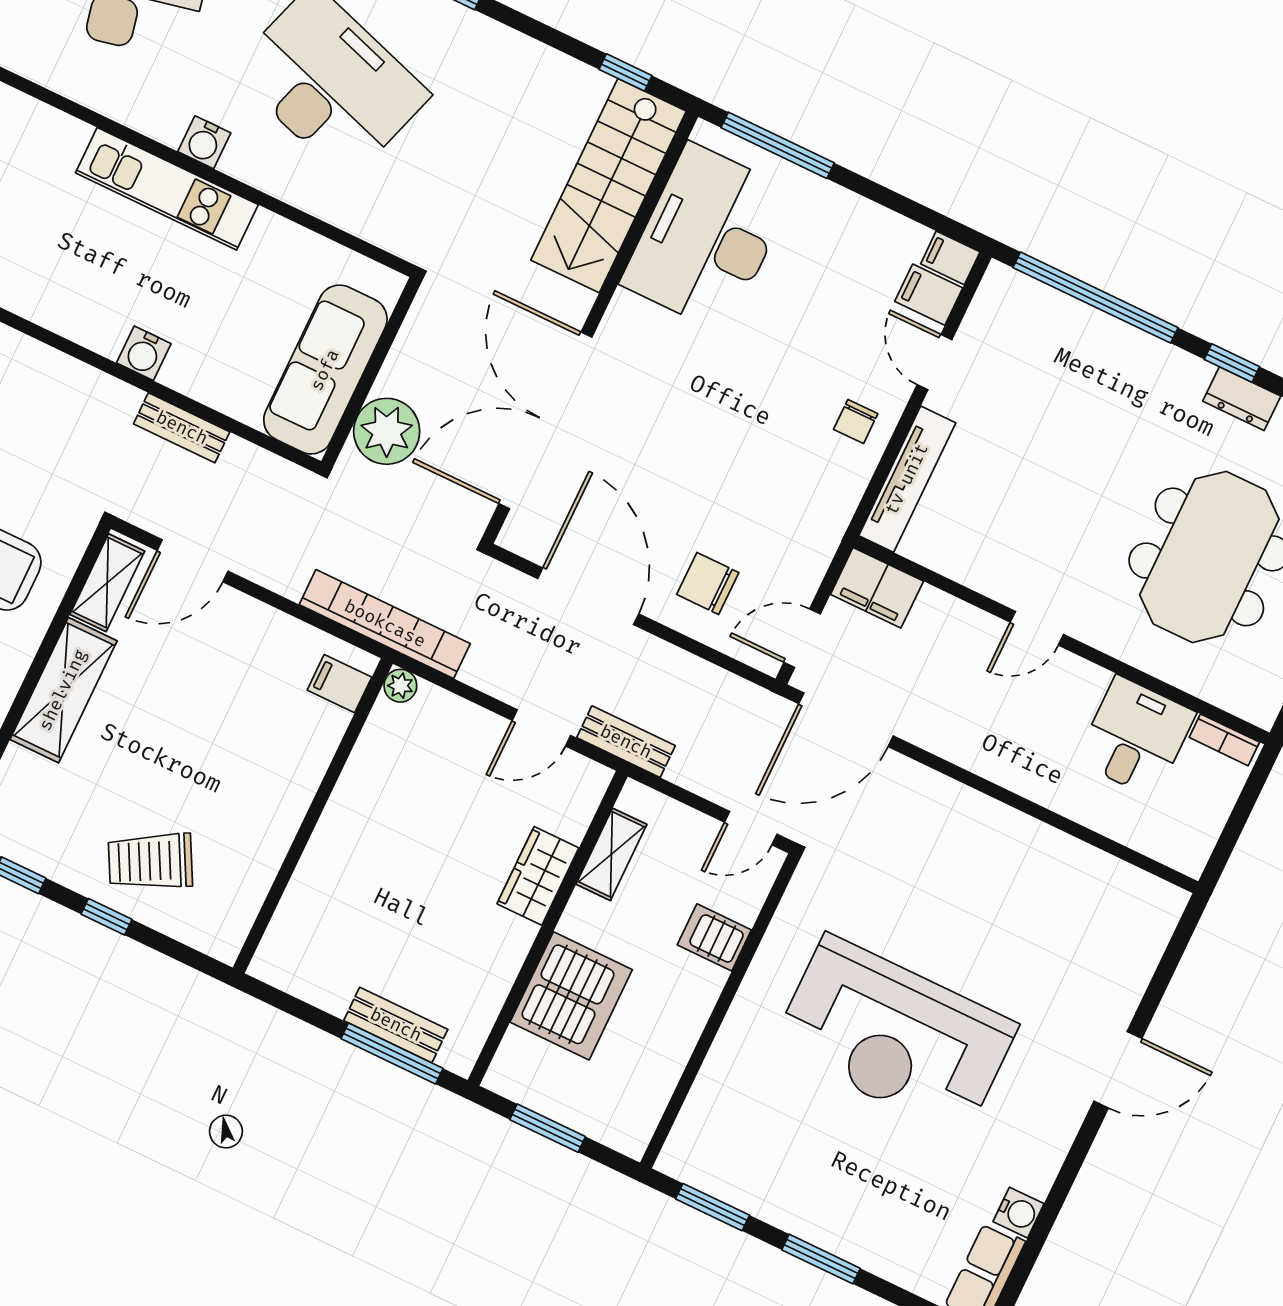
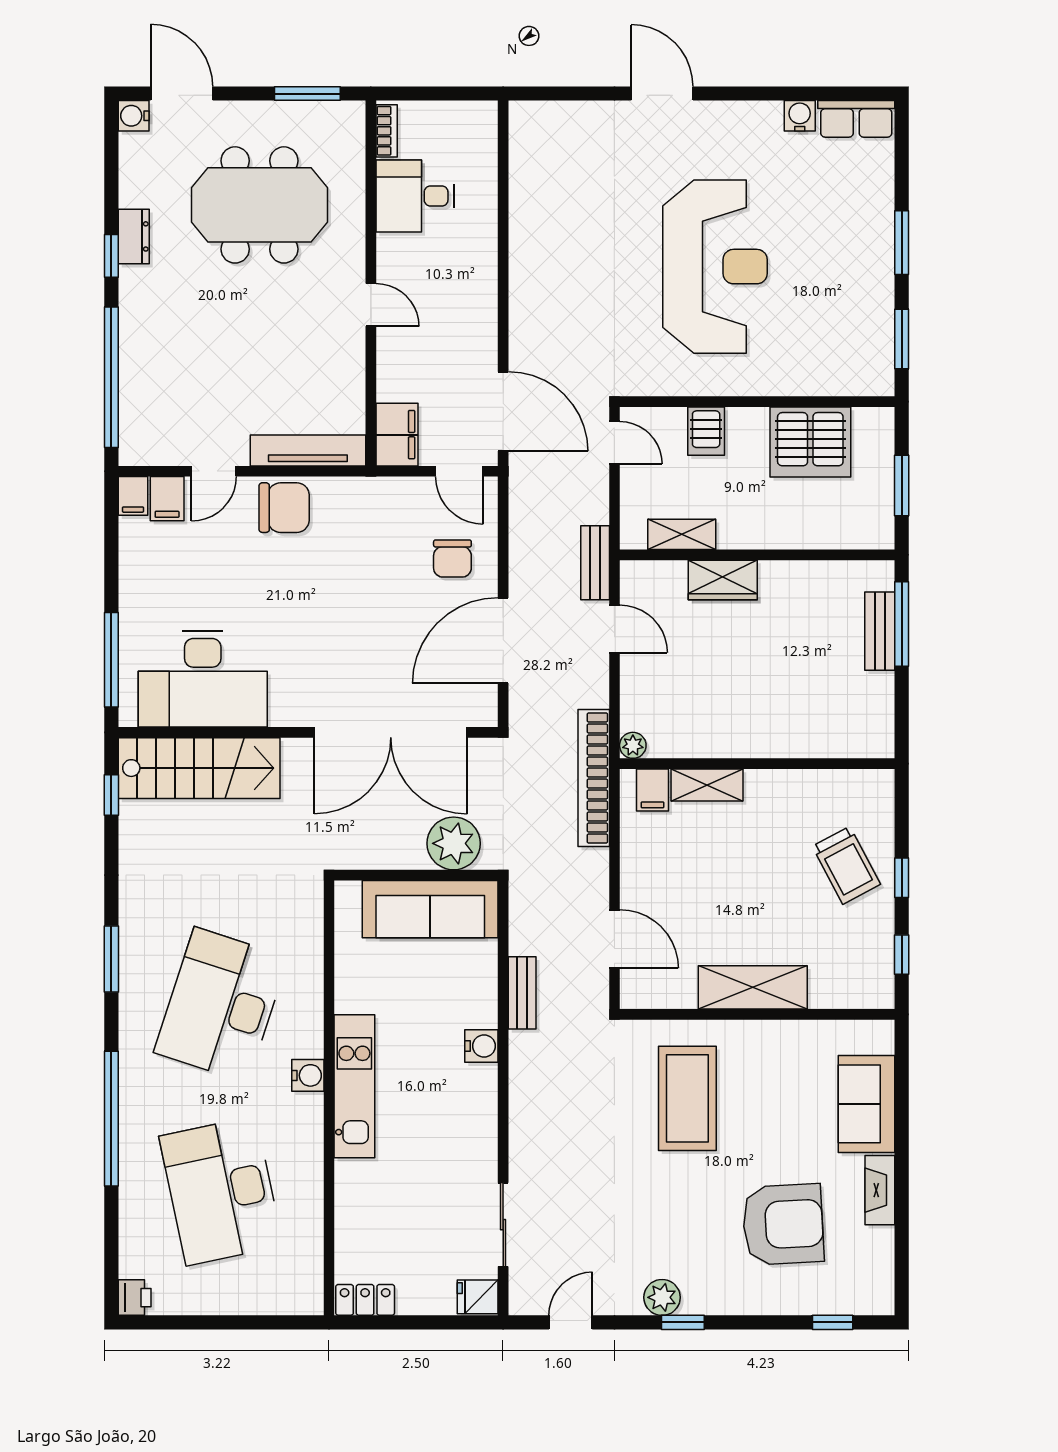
chair: (856, 422) -> (284, 508), width x1.87, depth x1.87
shelving: (107, 583) -> (707, 785), moved
server rack: (571, 996) -> (810, 442), moved, turned 180

